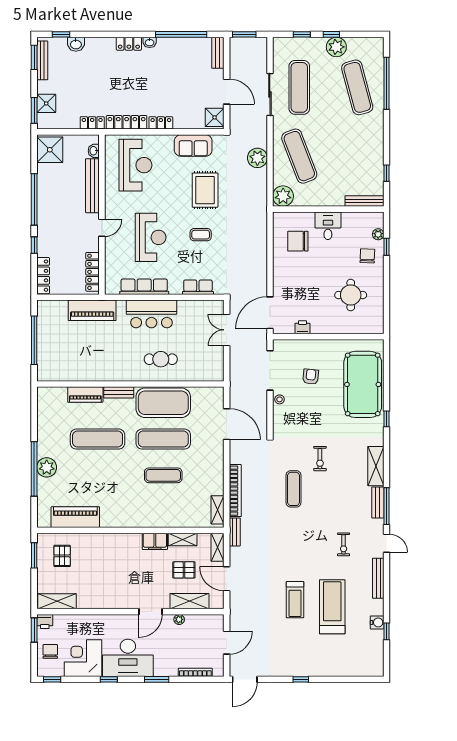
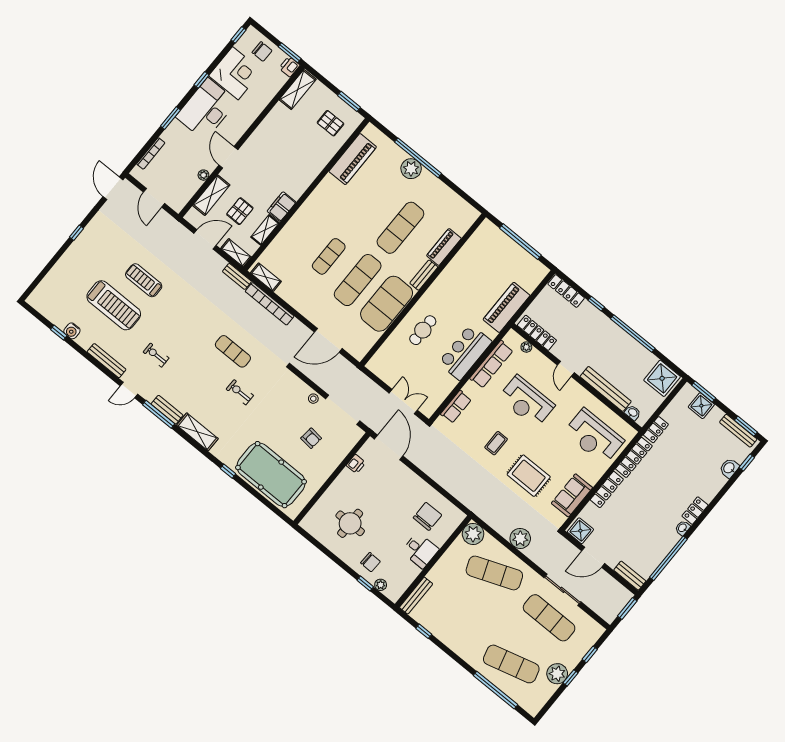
locker: (161, 123) -> (607, 490), width x1.53
plant: (110, 271) -> (526, 347), added

